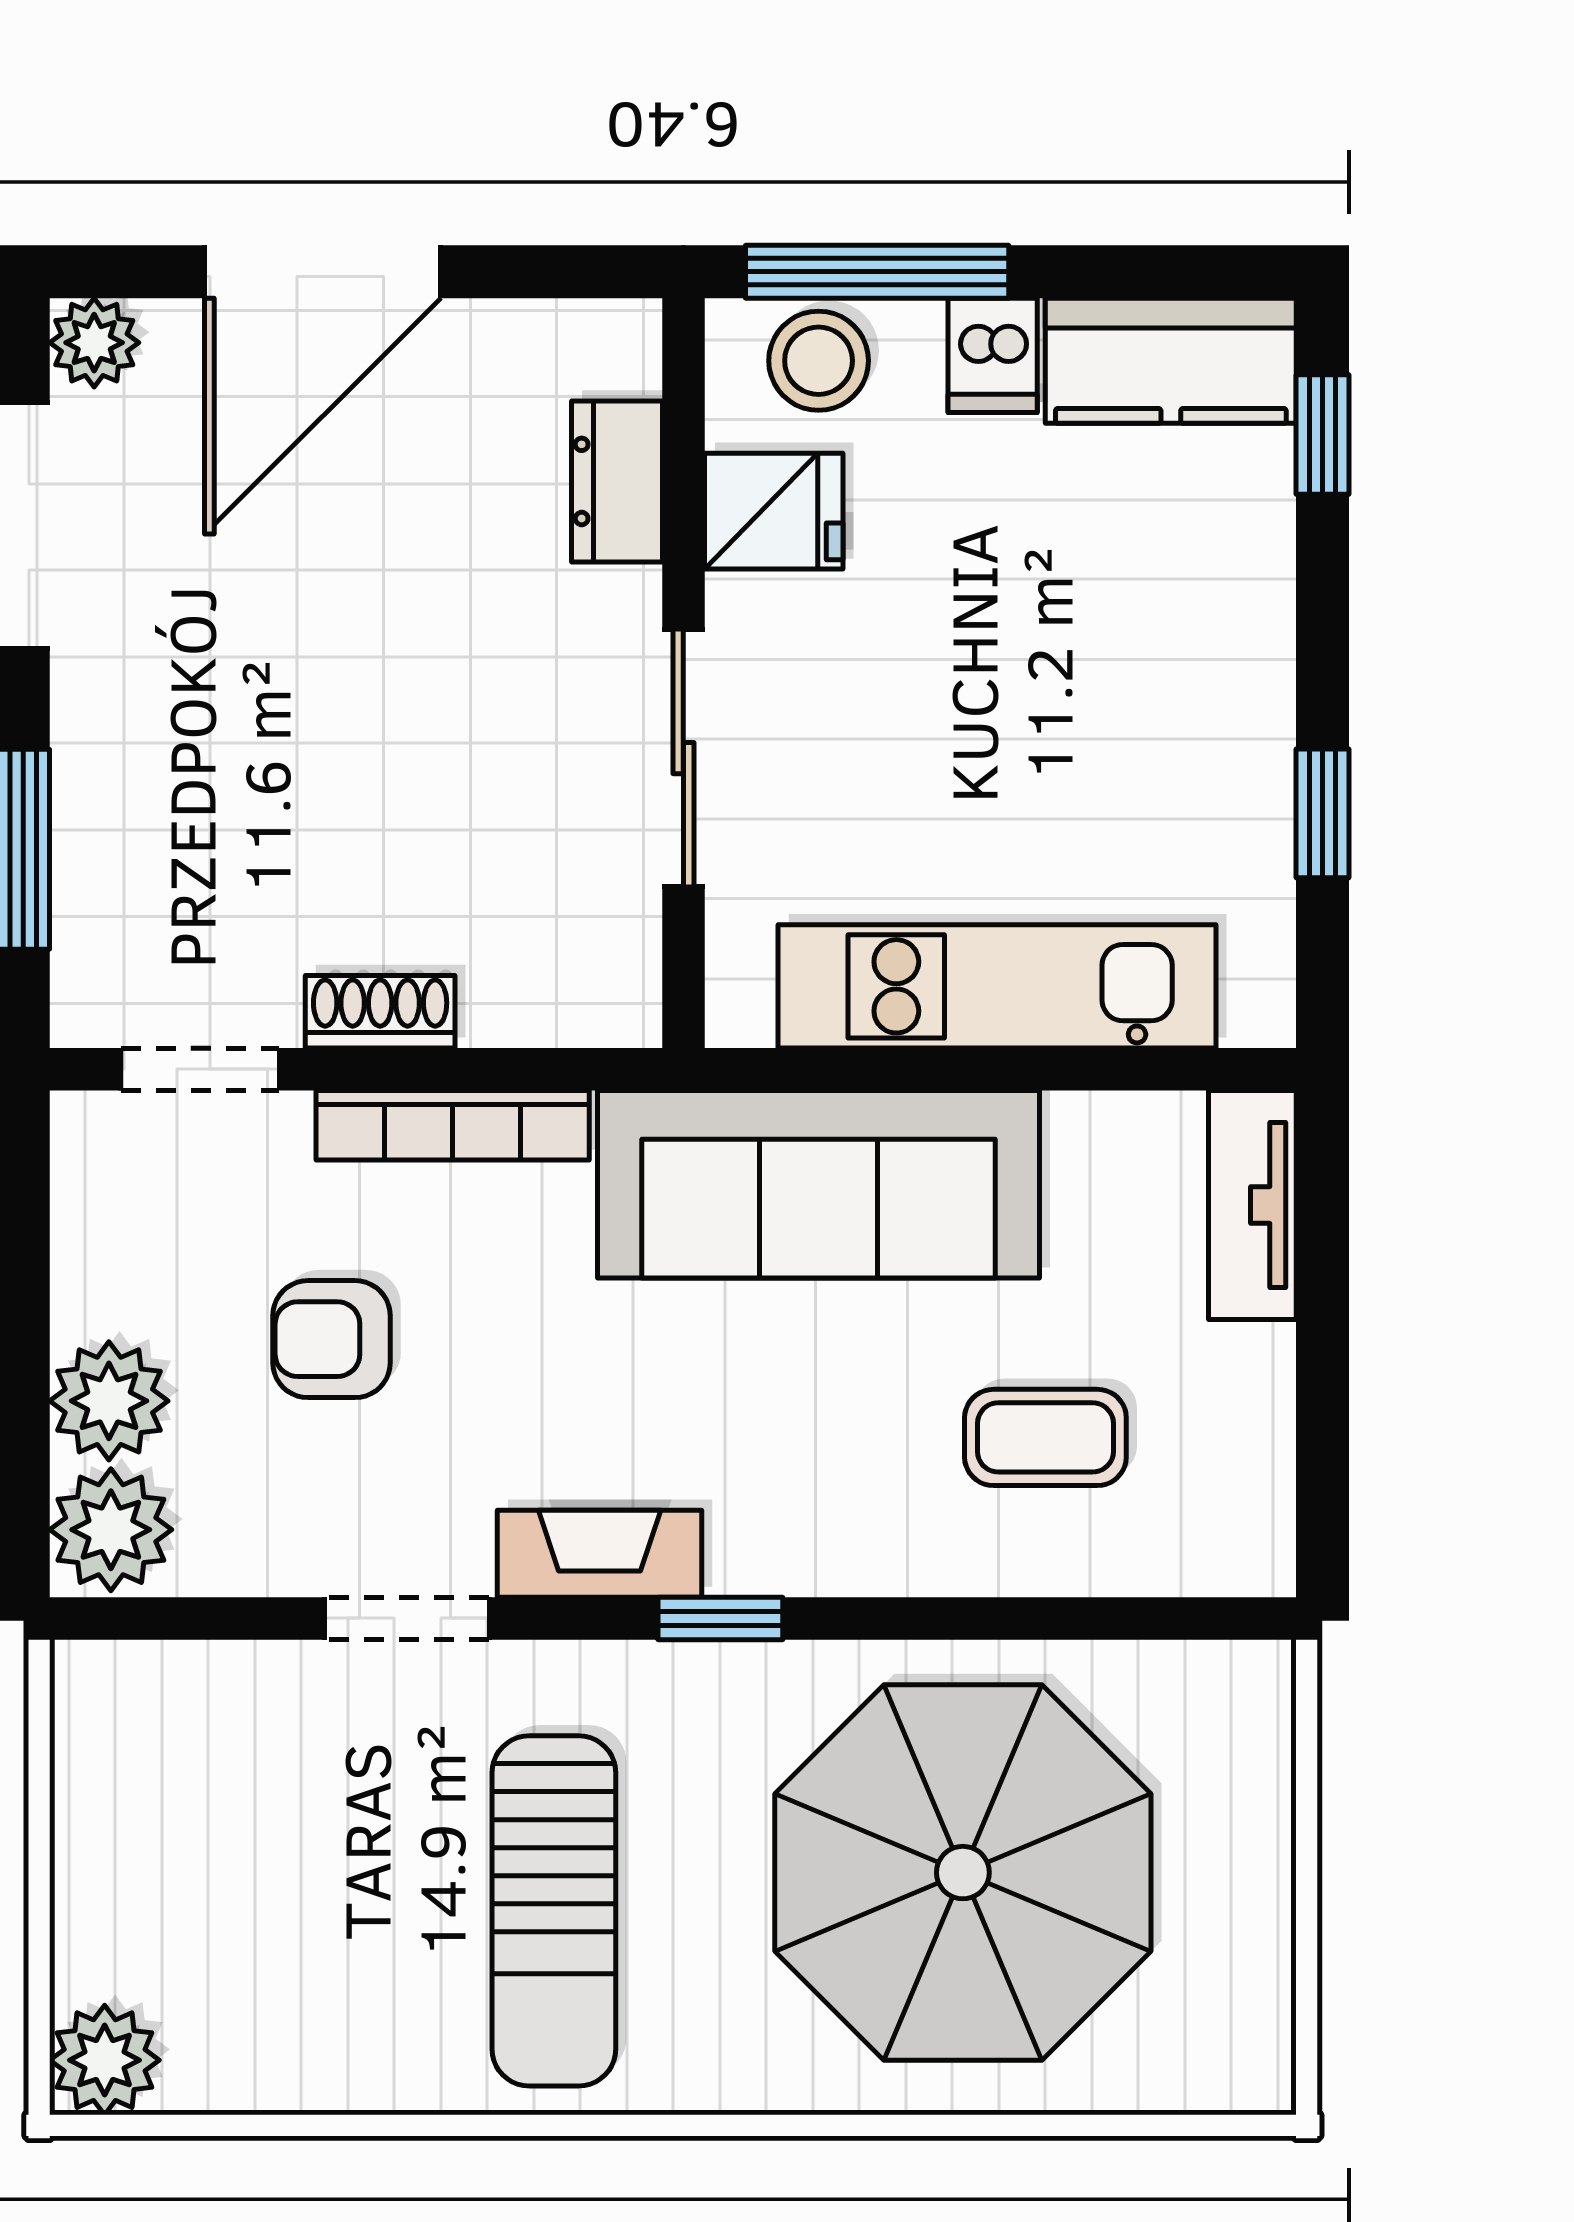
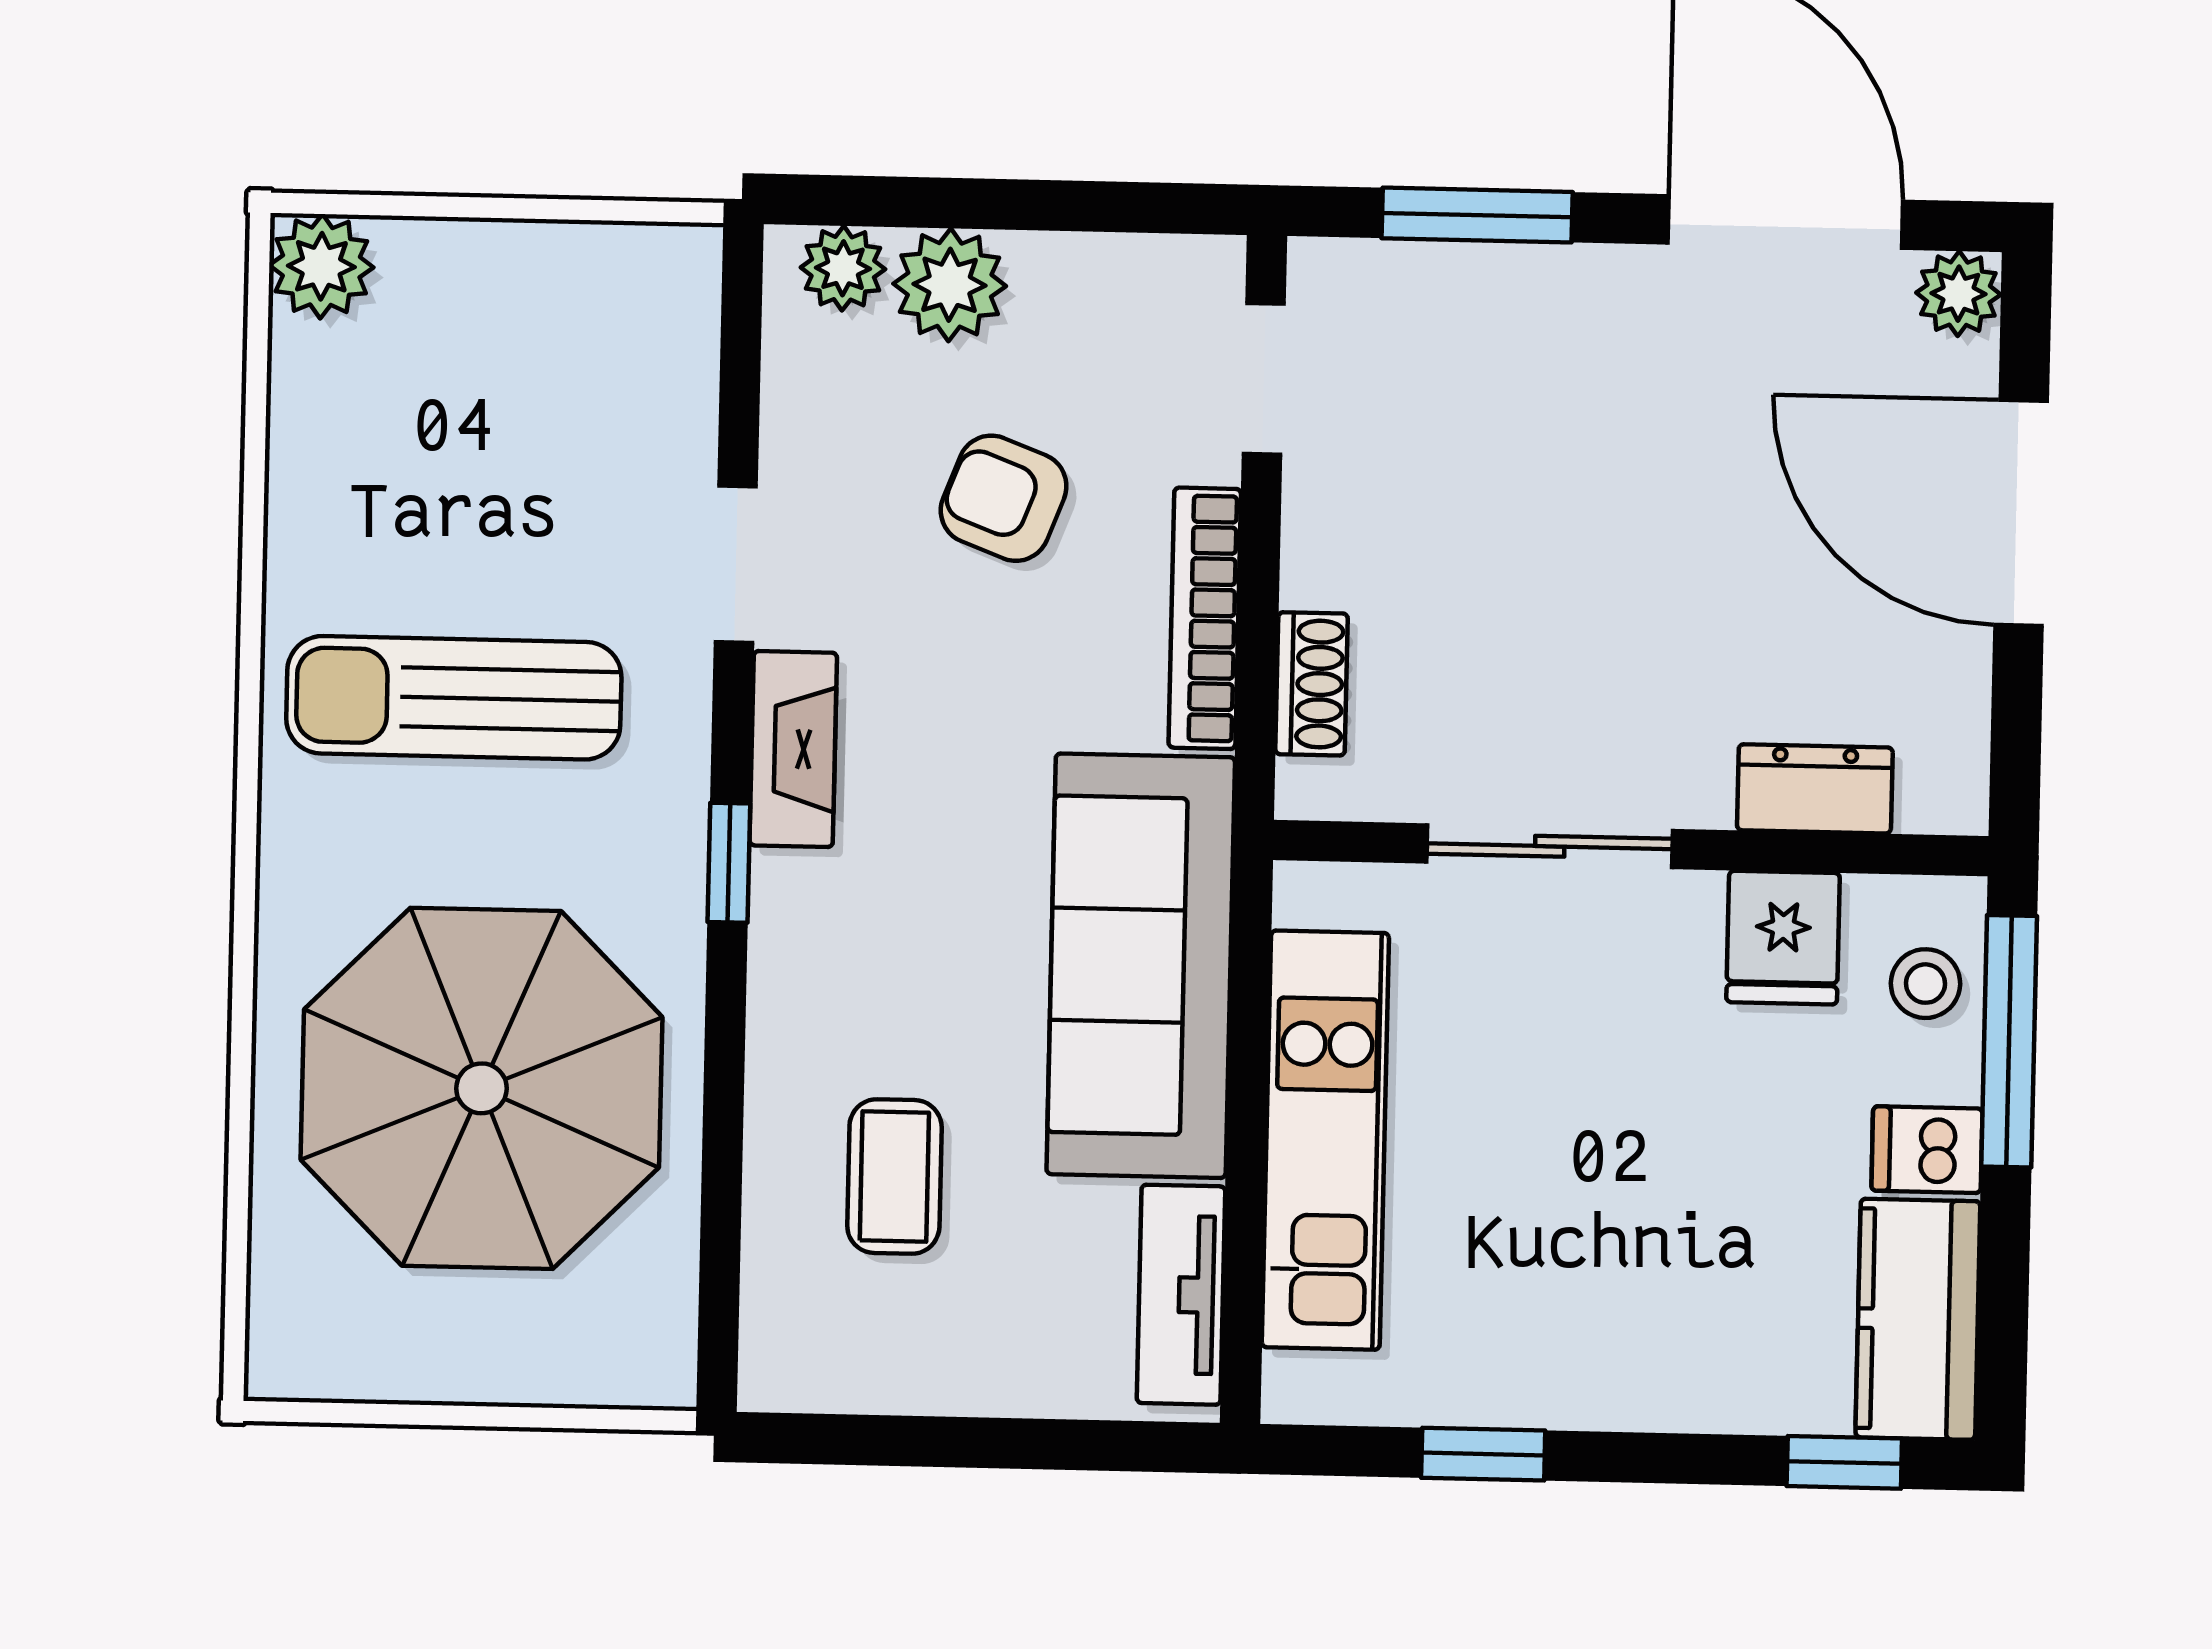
stool: (819, 361) -> (1926, 984), width x0.73, depth x0.73
shoe rack: (380, 1012) -> (1312, 684), moved
tv unit: (1252, 1205) -> (1181, 1295), moved, turned -90
armchair: (332, 1339) -> (1004, 498), turned -69
plant: (111, 1530) -> (843, 268), width x0.73, depth x0.73

